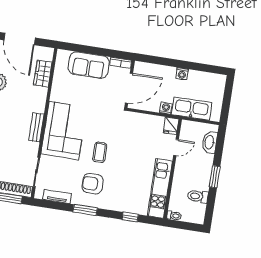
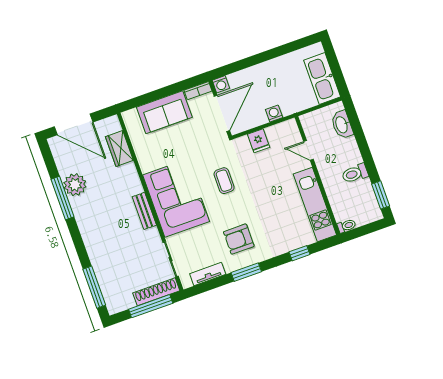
washing machine: (182, 74) -> (221, 84), moved
kitchen sink: (192, 109) -> (322, 78), moved, turned -90
fridge: (171, 126) -> (259, 141), moved
door: (176, 148) -> (308, 150), swing flipped
coffee table: (100, 152) -> (224, 181), moved
window: (215, 177) -> (381, 195), moved
toilet: (198, 196) -> (355, 173), moved

